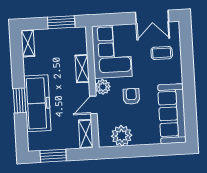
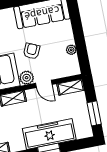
armchair: (131, 96) -> (32, 51), turned 115
plant: (122, 136) -> (71, 50), width x0.53, depth x0.53

